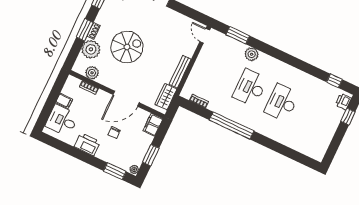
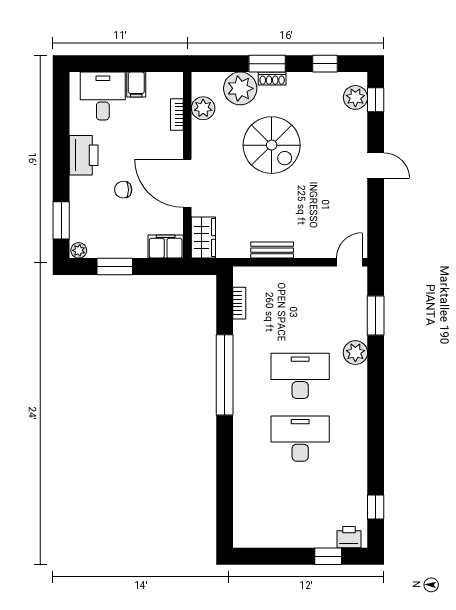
bench: (180, 72) -> (272, 250), width x0.73
wardrobe: (166, 97) -> (203, 238), moved, turned 90

